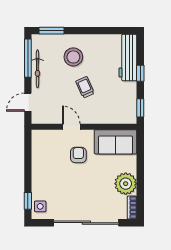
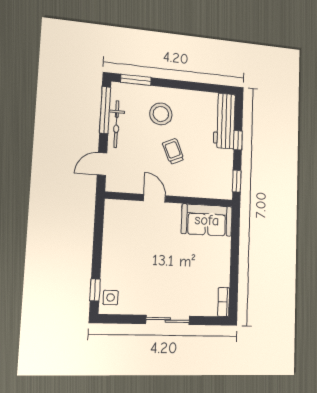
armchair: (78, 155) -> (162, 234), removed
plant: (126, 184) -> (217, 272), removed
sliding door: (86, 223) -> (168, 320), width x0.54

